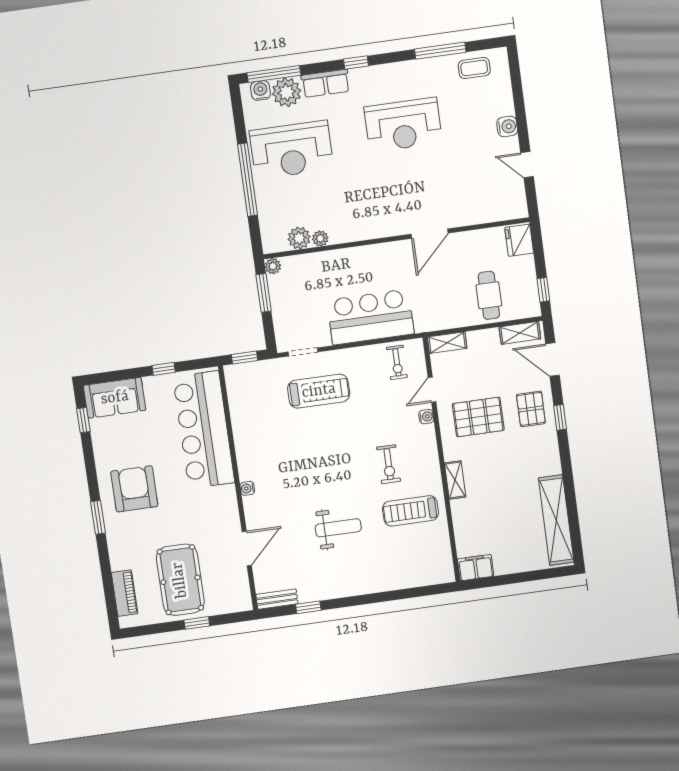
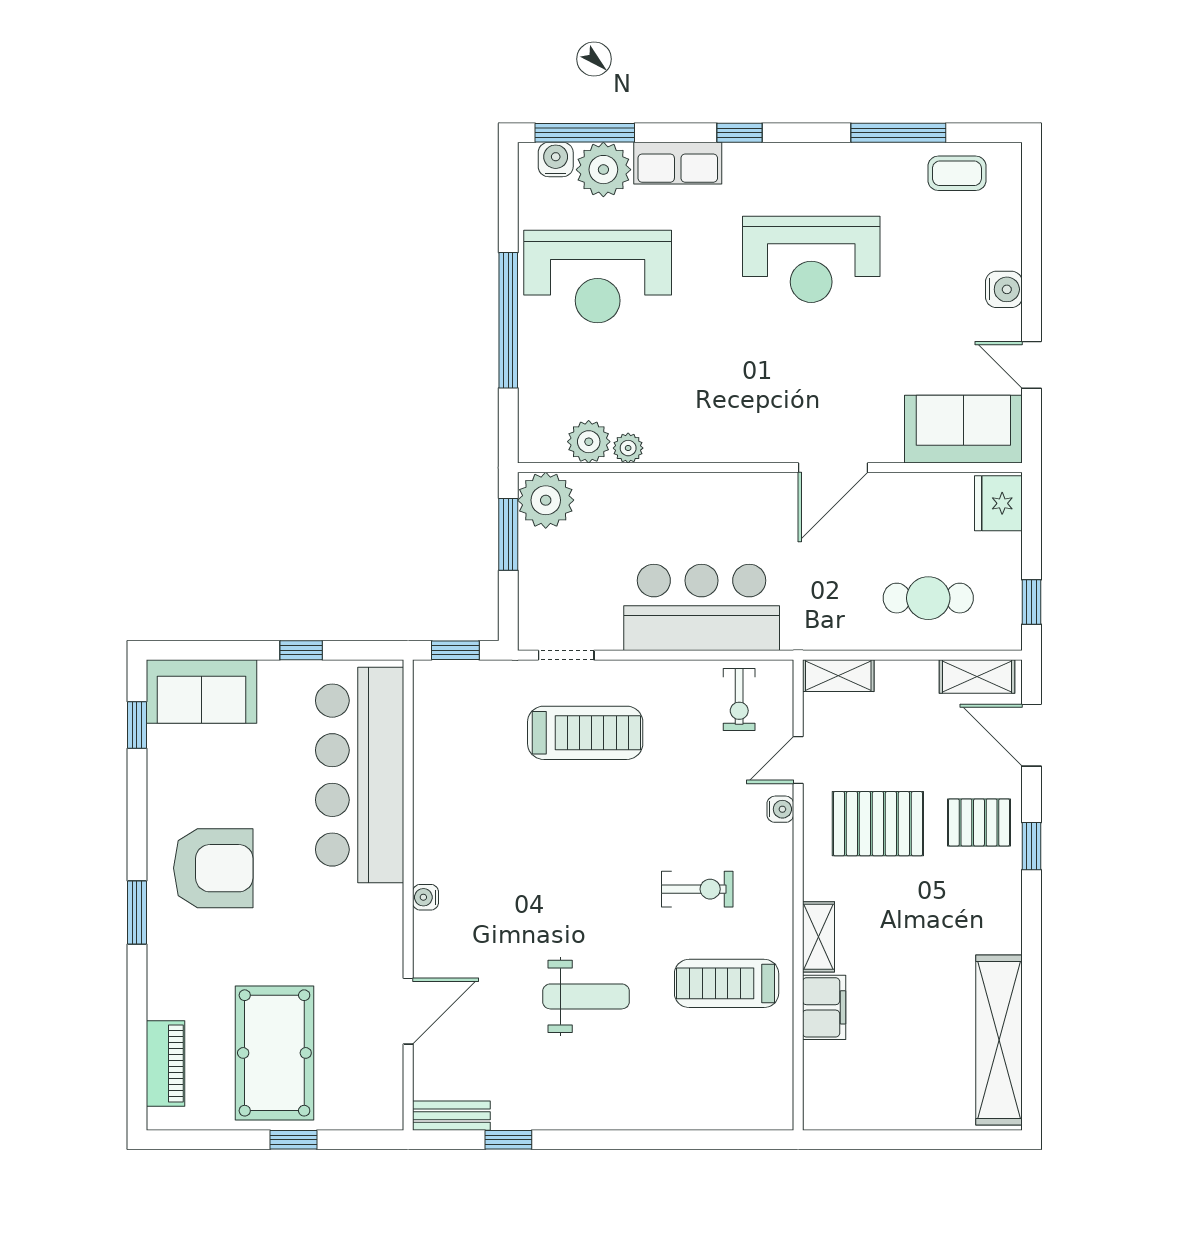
sofa: (496, 204) -> (963, 429), added
plant: (273, 266) -> (546, 500), width x1.88, depth x1.88
cafe table: (489, 295) -> (928, 598), turned 90
pallet: (531, 409) -> (979, 822), turned 90
exercise bike: (389, 464) -> (697, 889), turned -90
armchair: (134, 489) -> (213, 868), turned 90
filing cabinet: (476, 568) -> (824, 1007), moved, turned 90

